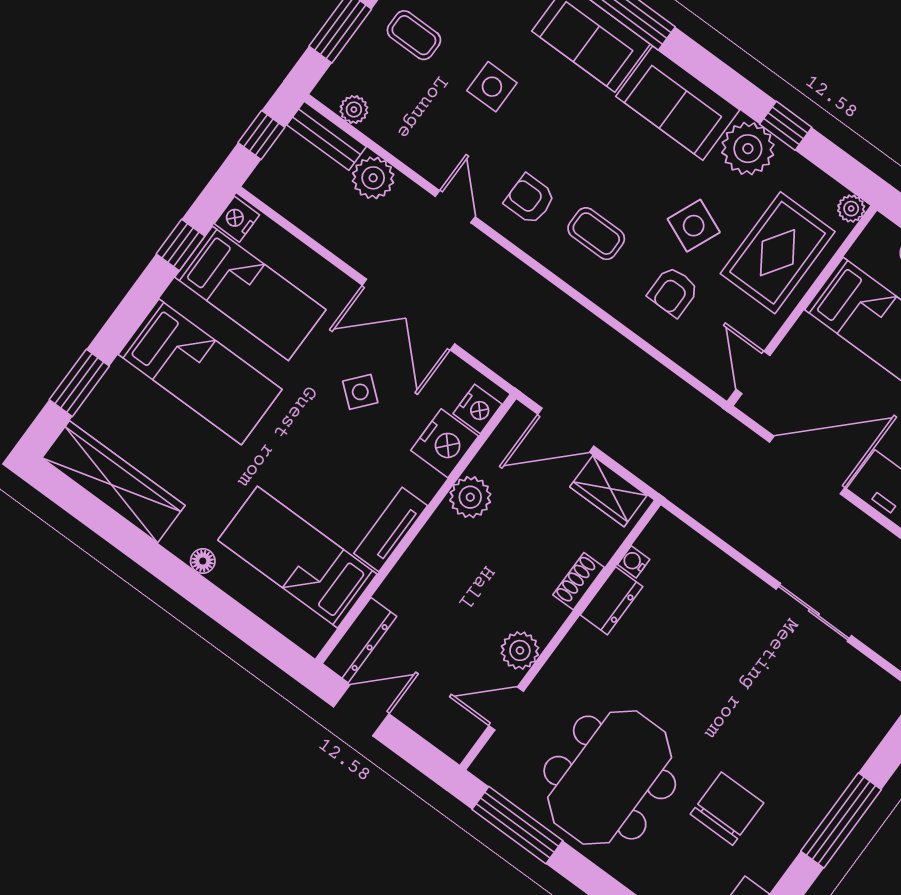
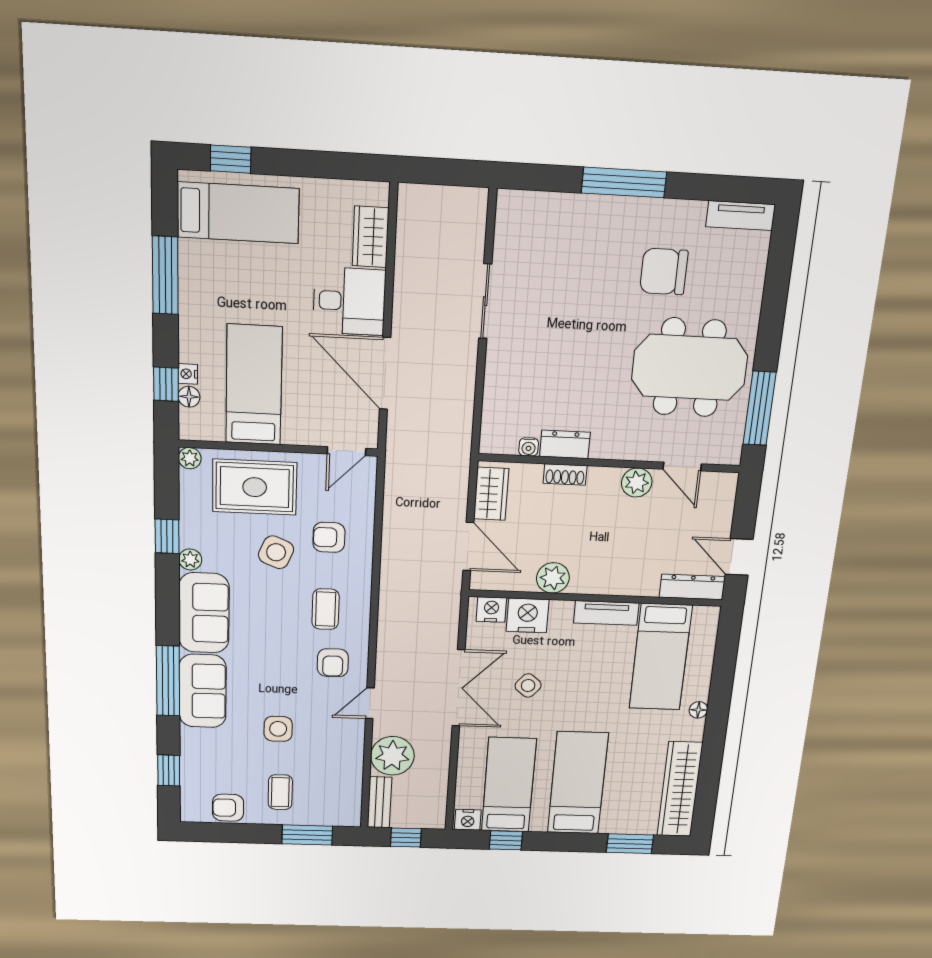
plant: (354, 110) -> (352, 797), removed
plant: (748, 149) -> (190, 560), width x0.53, depth x0.53
plant: (373, 178) -> (392, 756), width x1.36, depth x1.36
armchair: (673, 292) -> (329, 537), turned 180

